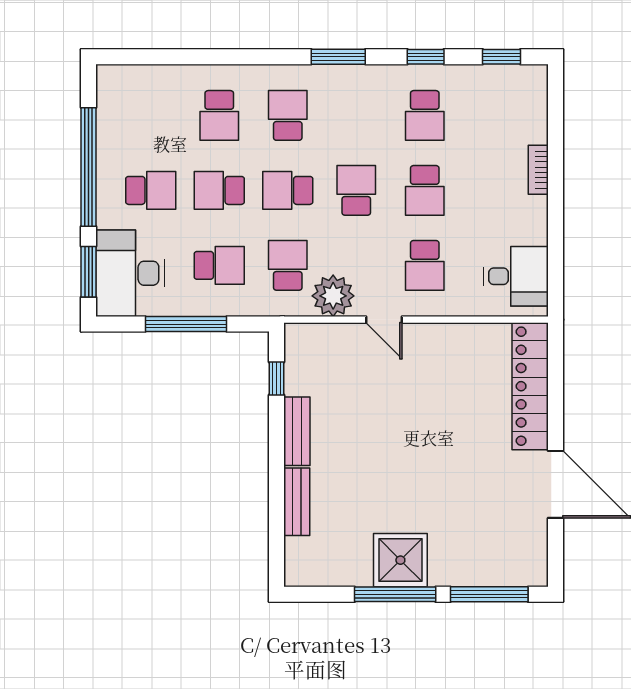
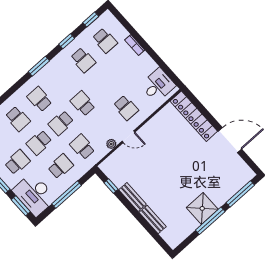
school desk: (425, 190) -> (105, 41), moved
plant: (333, 296) -> (111, 144), width x0.53, depth x0.53

